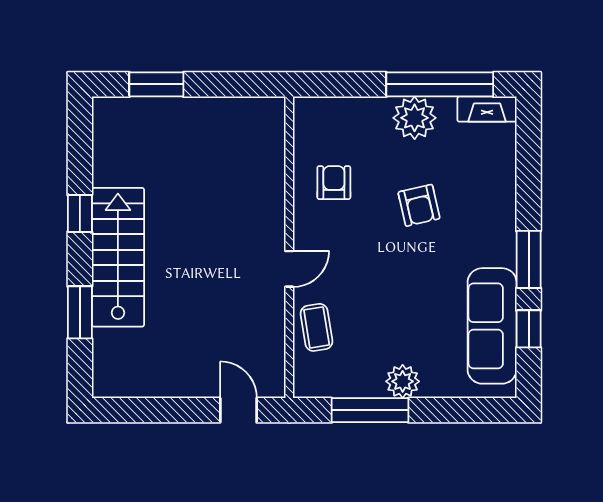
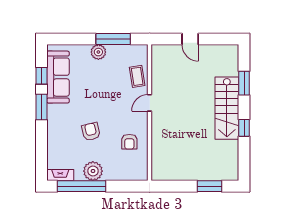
door: (238, 410) -> (190, 39), moved

